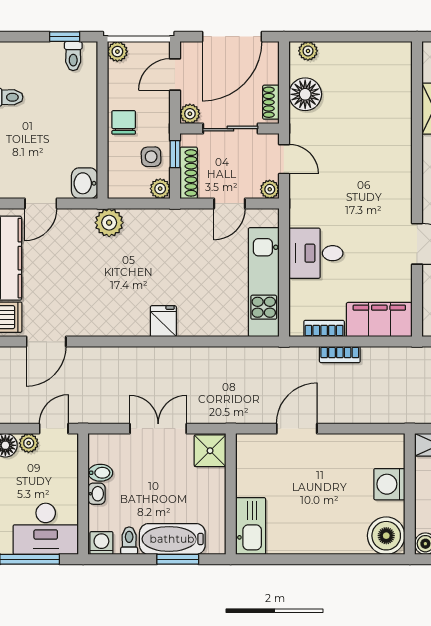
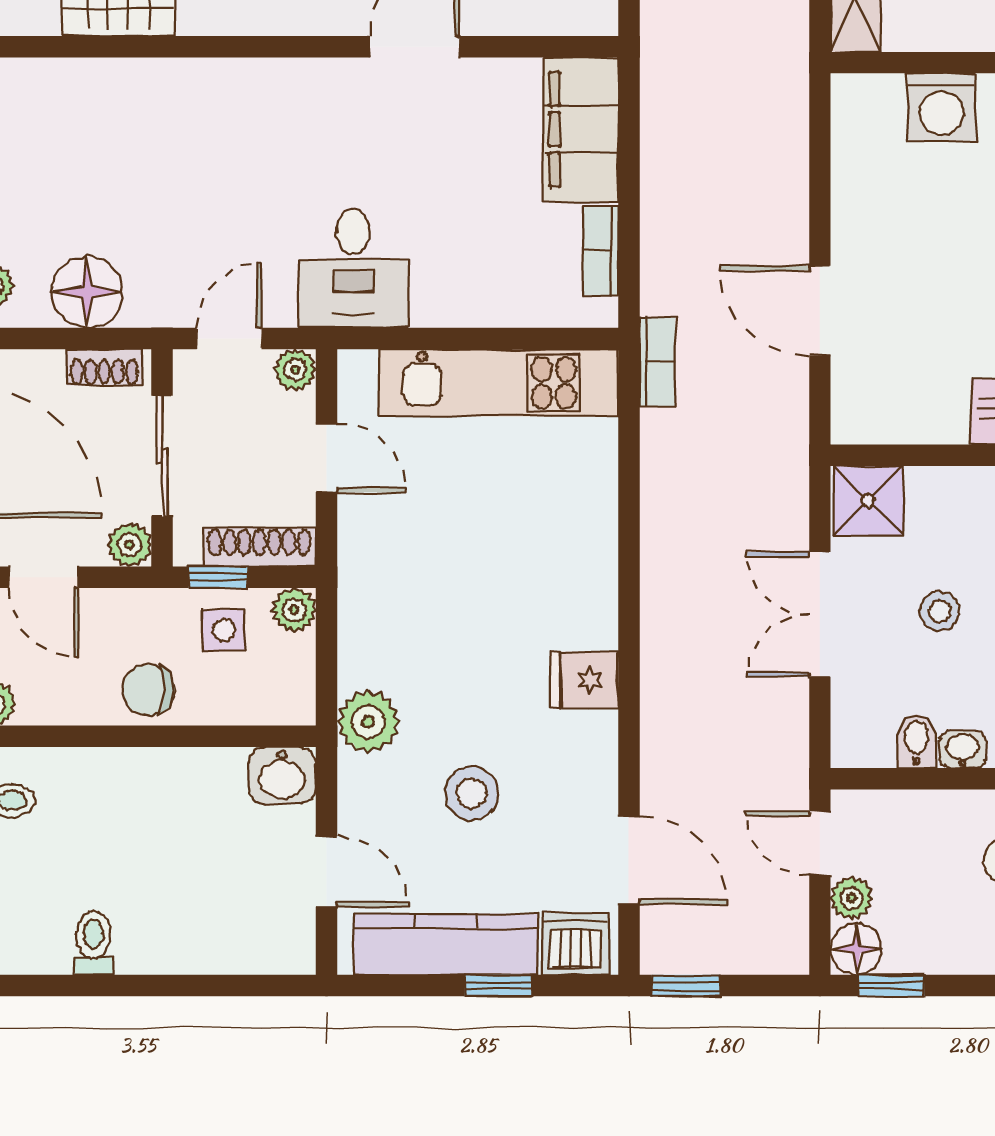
desk: (316, 253) -> (353, 269), moved
stool: (76, 270) -> (472, 793), added
fridge: (163, 321) -> (584, 680), moved
bookcase: (340, 354) -> (657, 362), moved
stool: (160, 483) -> (940, 611), added

